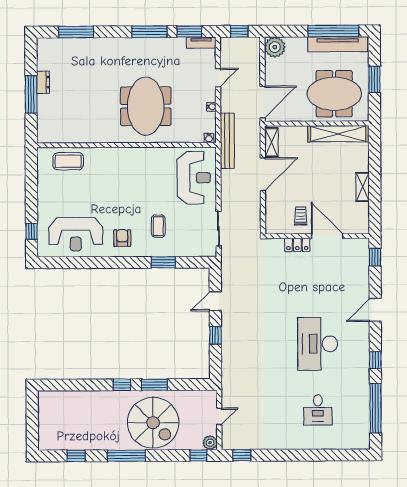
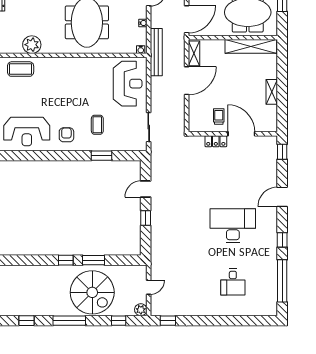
plant: (81, 133) -> (32, 45), added
desk: (318, 344) -> (233, 226), turned 90
window: (199, 455) -> (119, 321), moved

